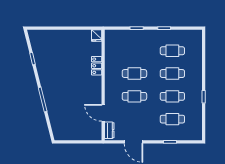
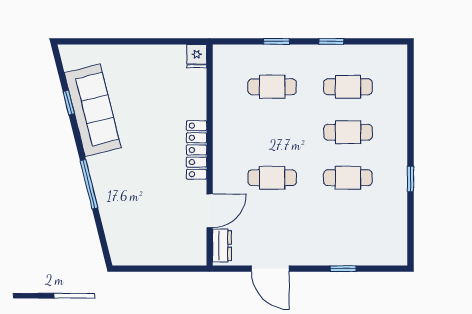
sofa: (45, 63) -> (93, 110), added
locker: (97, 66) -> (196, 150), moved, width x1.53
cafe table: (134, 74) -> (272, 87), moved
door: (103, 113) -> (210, 211), swing flipped
cafe table: (172, 119) -> (348, 223), removed

